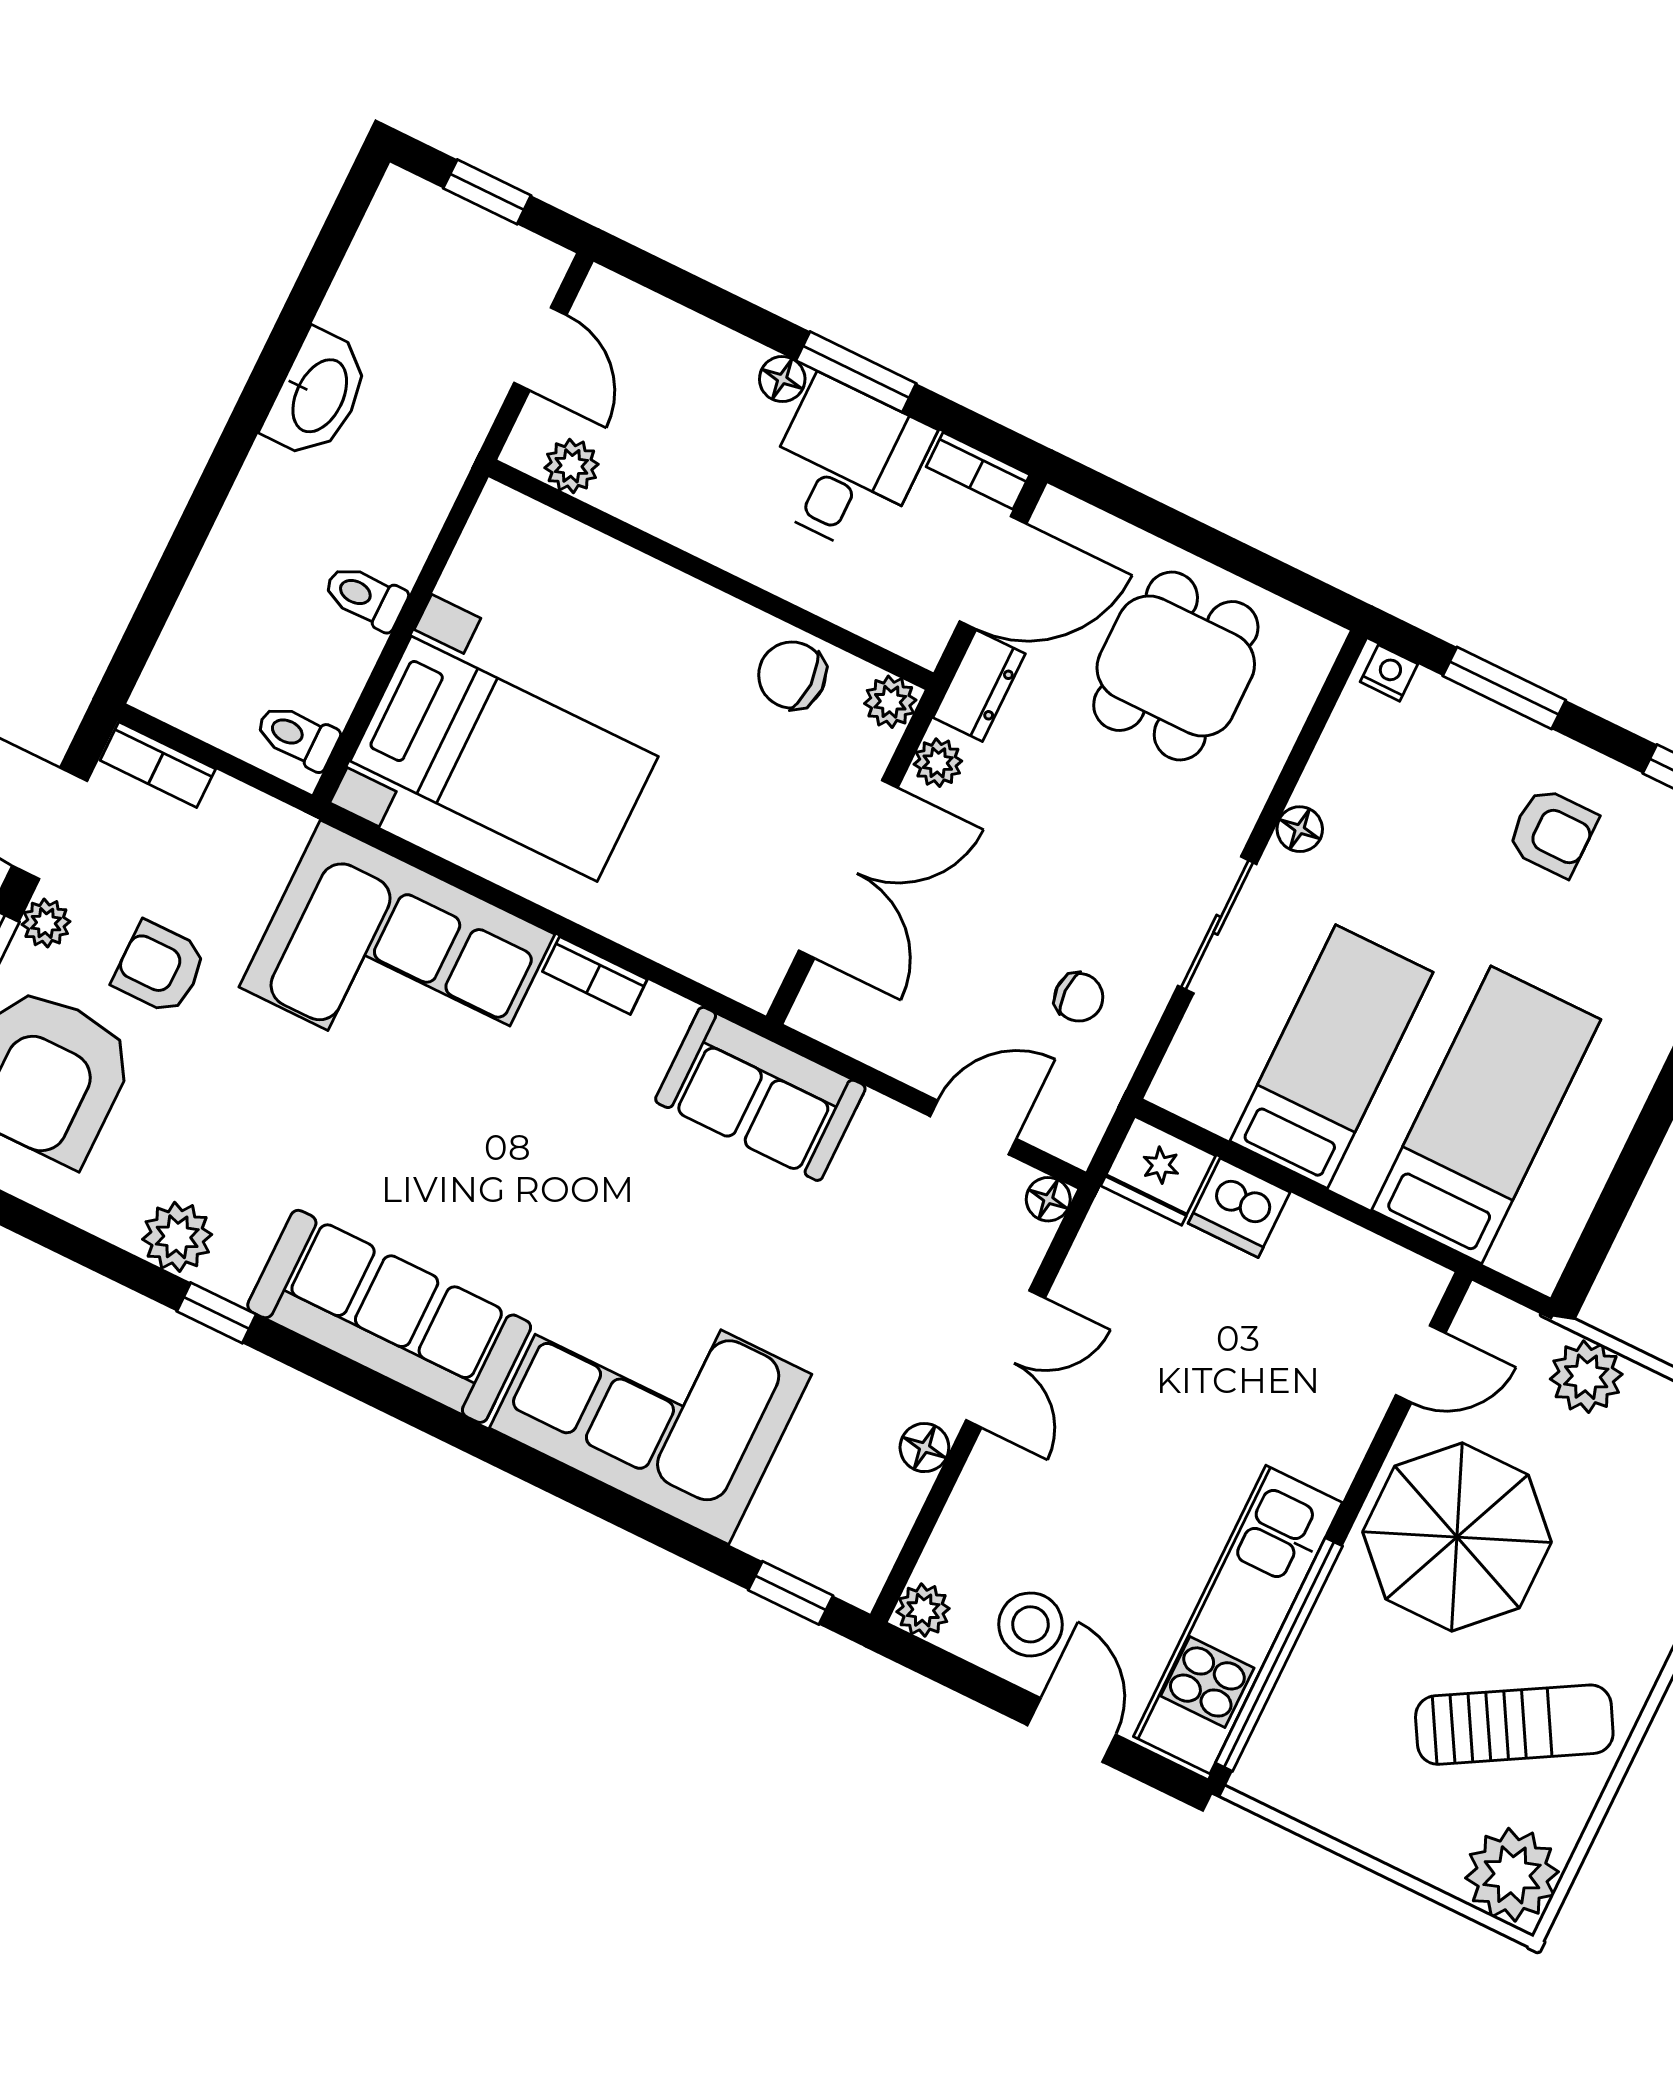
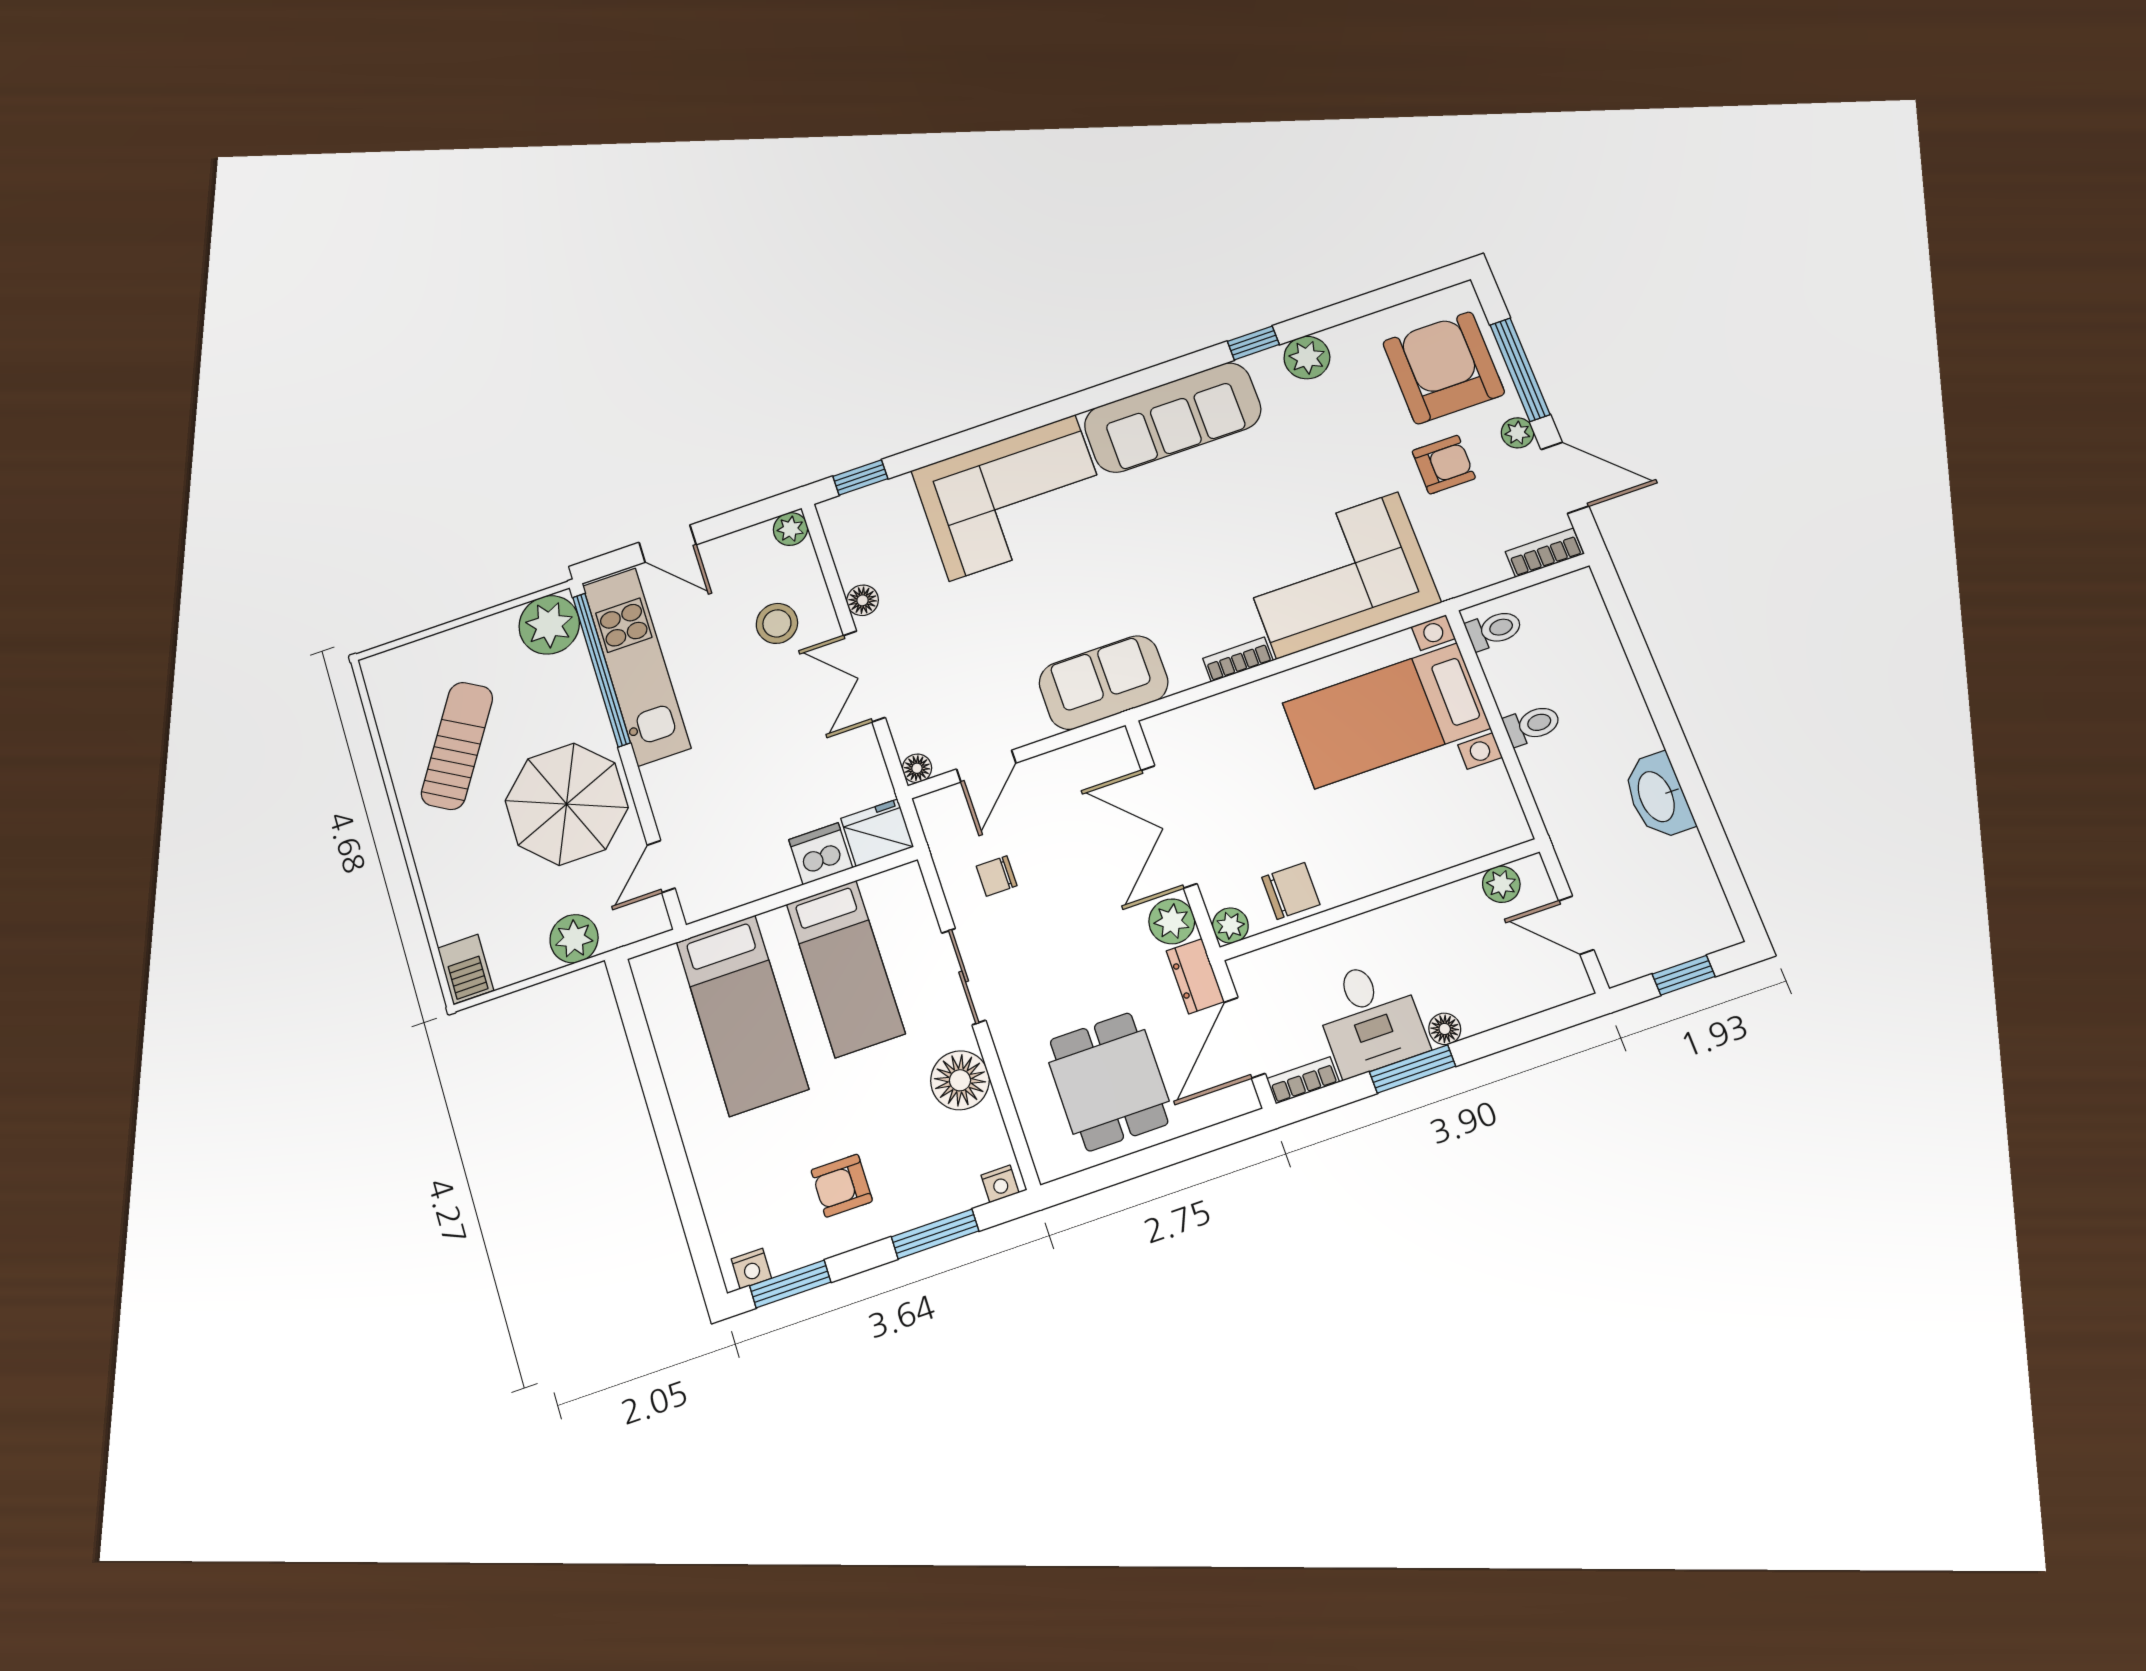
plant: (938, 763) -> (1172, 921), width x1.38, depth x1.38
floor lamp: (1300, 829) -> (960, 1080), width x1.89, depth x1.89
stool: (1031, 1624) -> (777, 623), moved
sun lounger: (1514, 1725) -> (457, 746), turned 151
plant: (1512, 1875) -> (549, 625), moved

